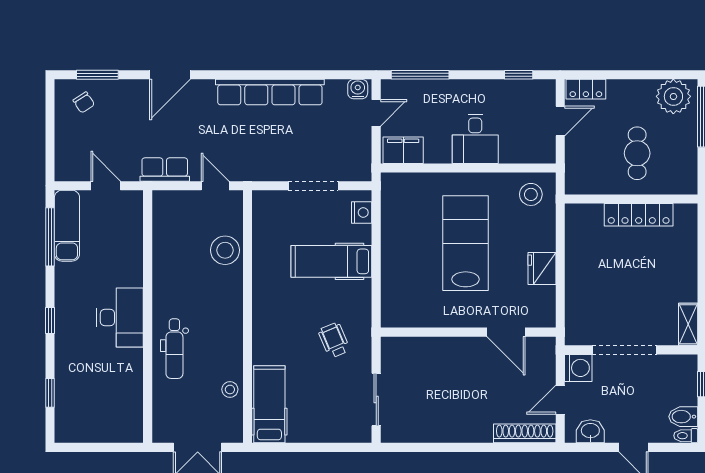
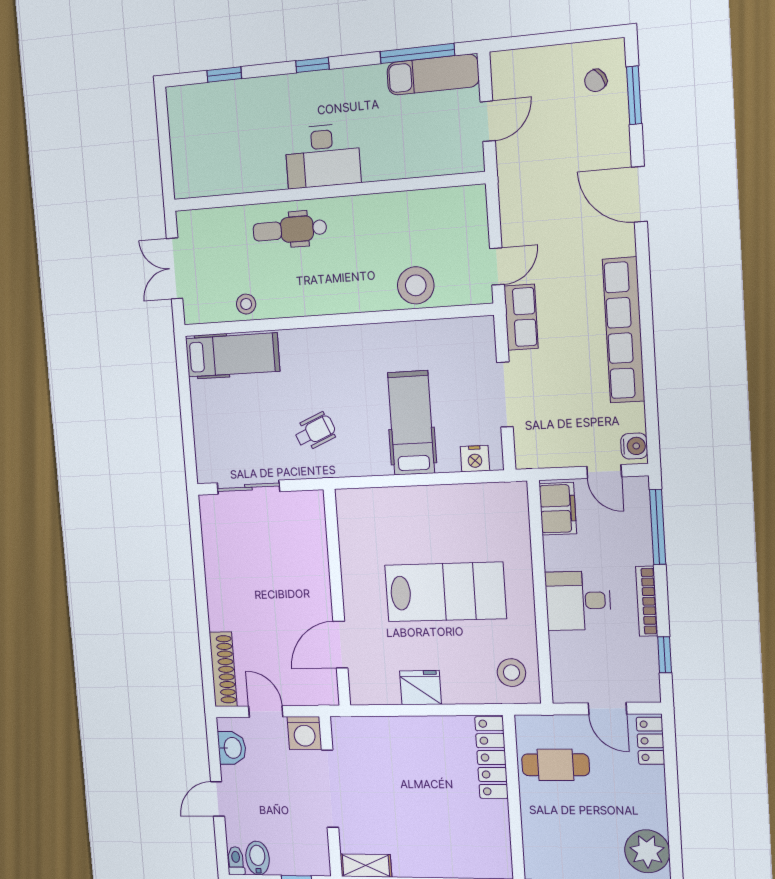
bookcase: (477, 86) -> (647, 601), added
cafe table: (637, 153) -> (555, 765), moved
row of seats: (165, 170) -> (521, 317), moved
locker: (639, 215) -> (491, 758), moved

